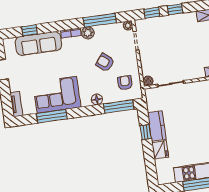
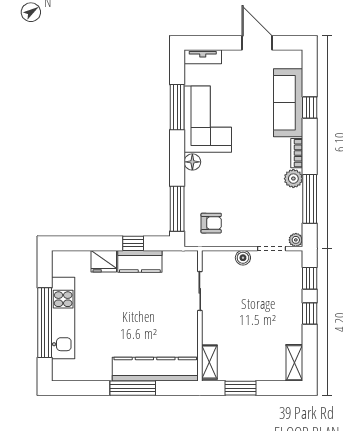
window: (30, 30) -> (310, 108), moved
armchair: (105, 63) -> (246, 198), removed
boiler: (148, 81) -> (243, 258), moved
floor lamp: (97, 99) -> (192, 162), moved

